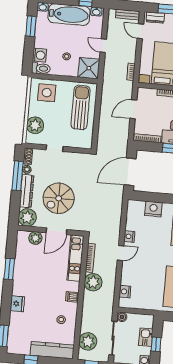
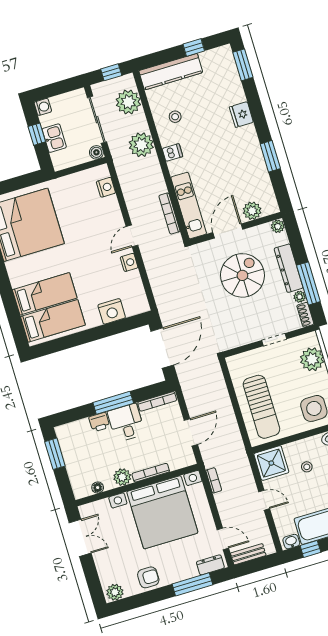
plant: (27, 217) -> (278, 226), width x0.53, depth x0.53
plant: (93, 282) -> (141, 145), moved

